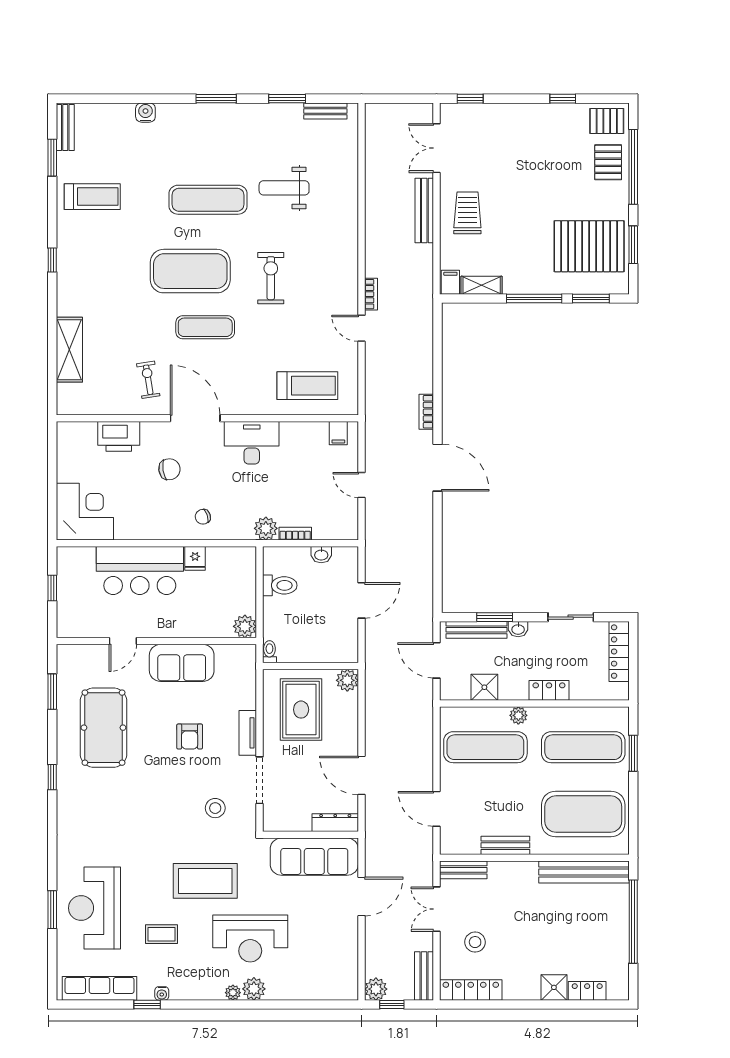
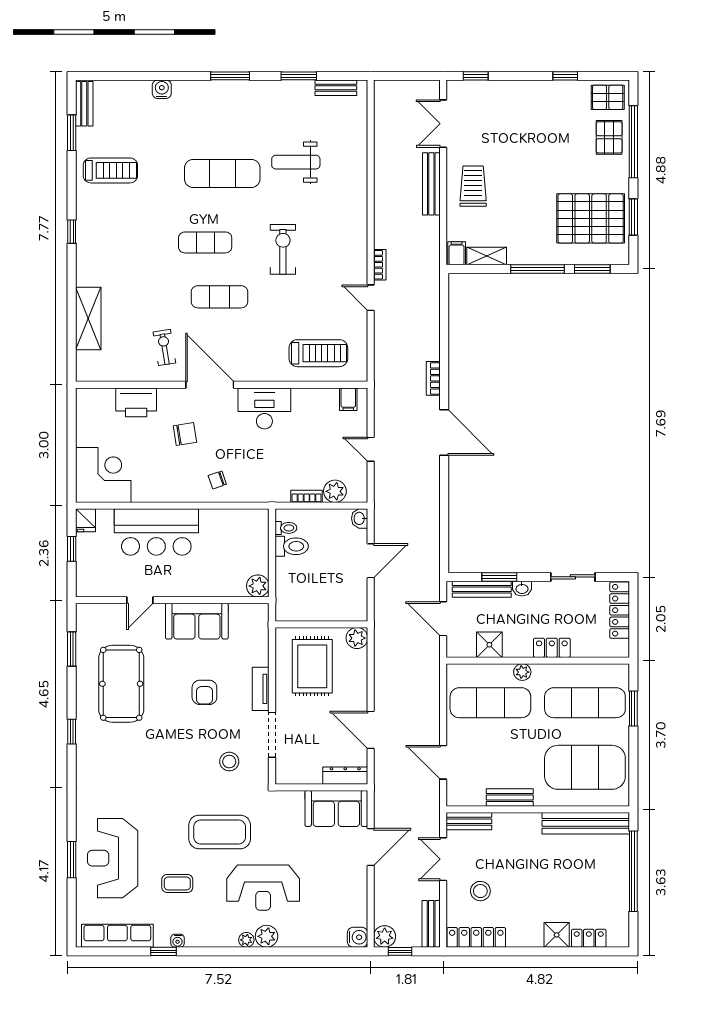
exercise mat: (190, 271) -> (205, 242), width x0.50, depth x0.69
plant: (266, 528) -> (335, 491), moved
washbasin: (321, 555) -> (360, 518), moved, turned 90
fridge: (195, 558) -> (86, 520), moved
toilet: (269, 652) -> (286, 528), moved, turned 90
sofa: (314, 857) -> (336, 808), width x0.73
water cooler: (348, 990) -> (358, 937), added

